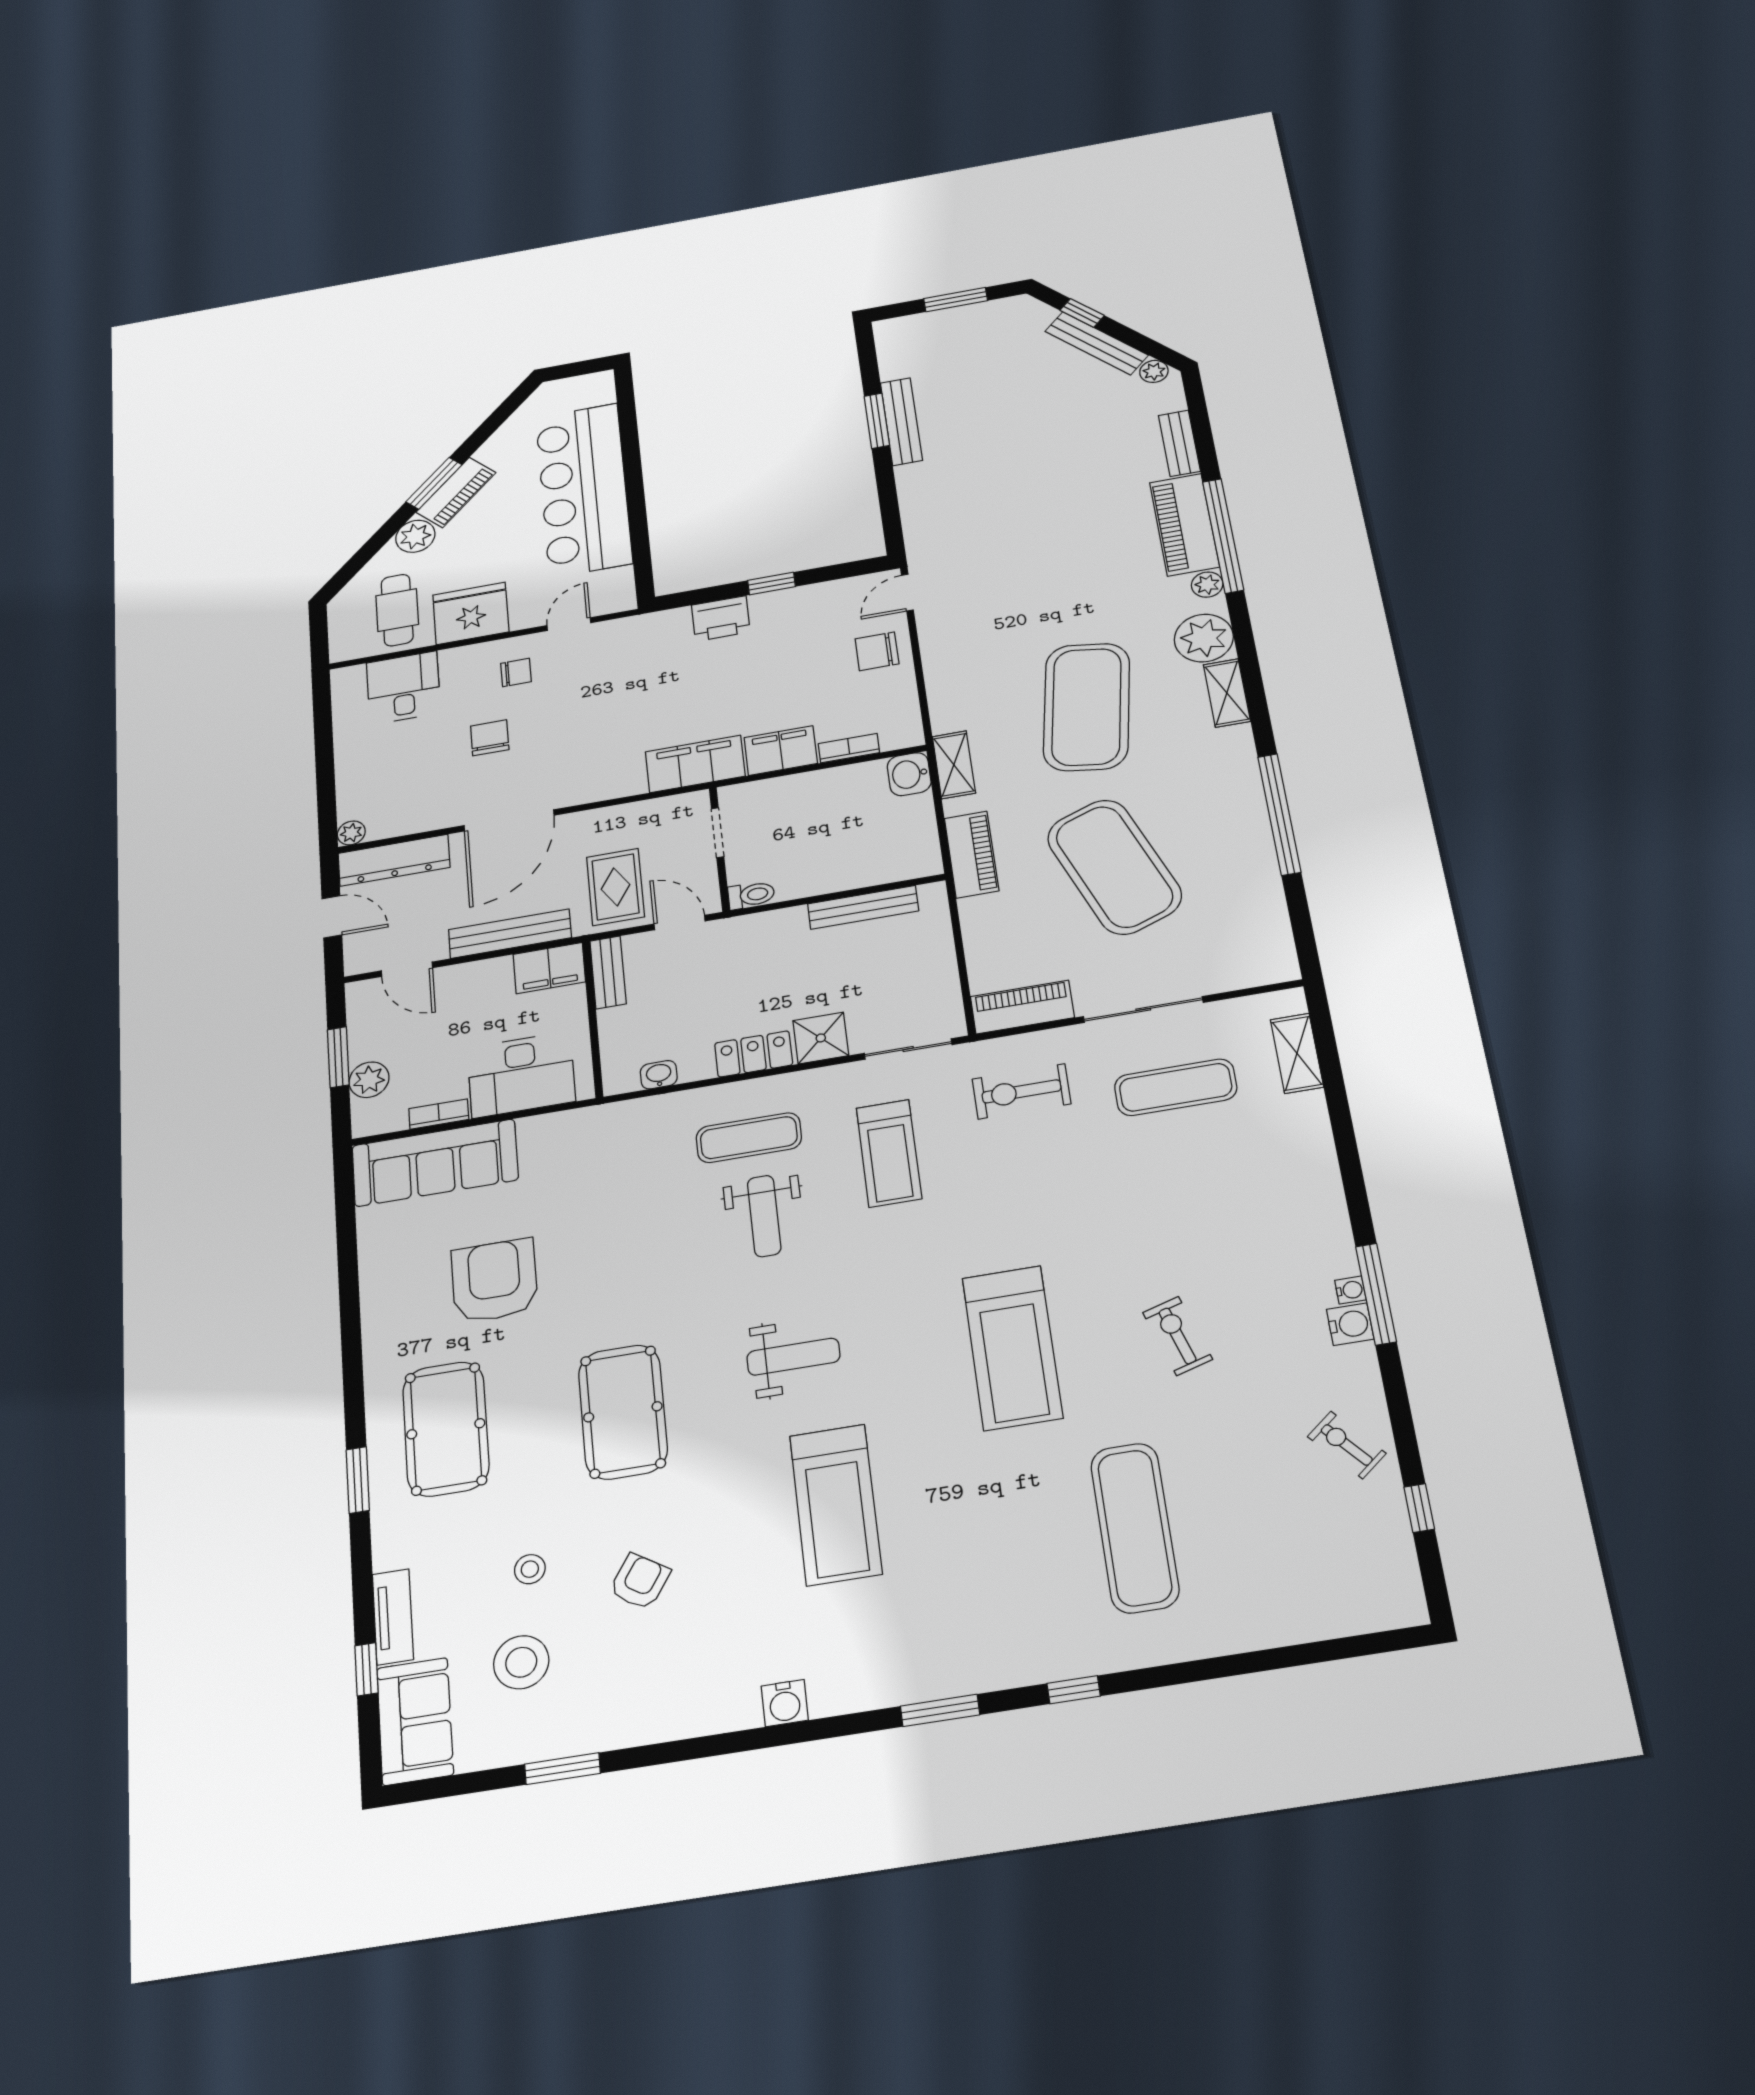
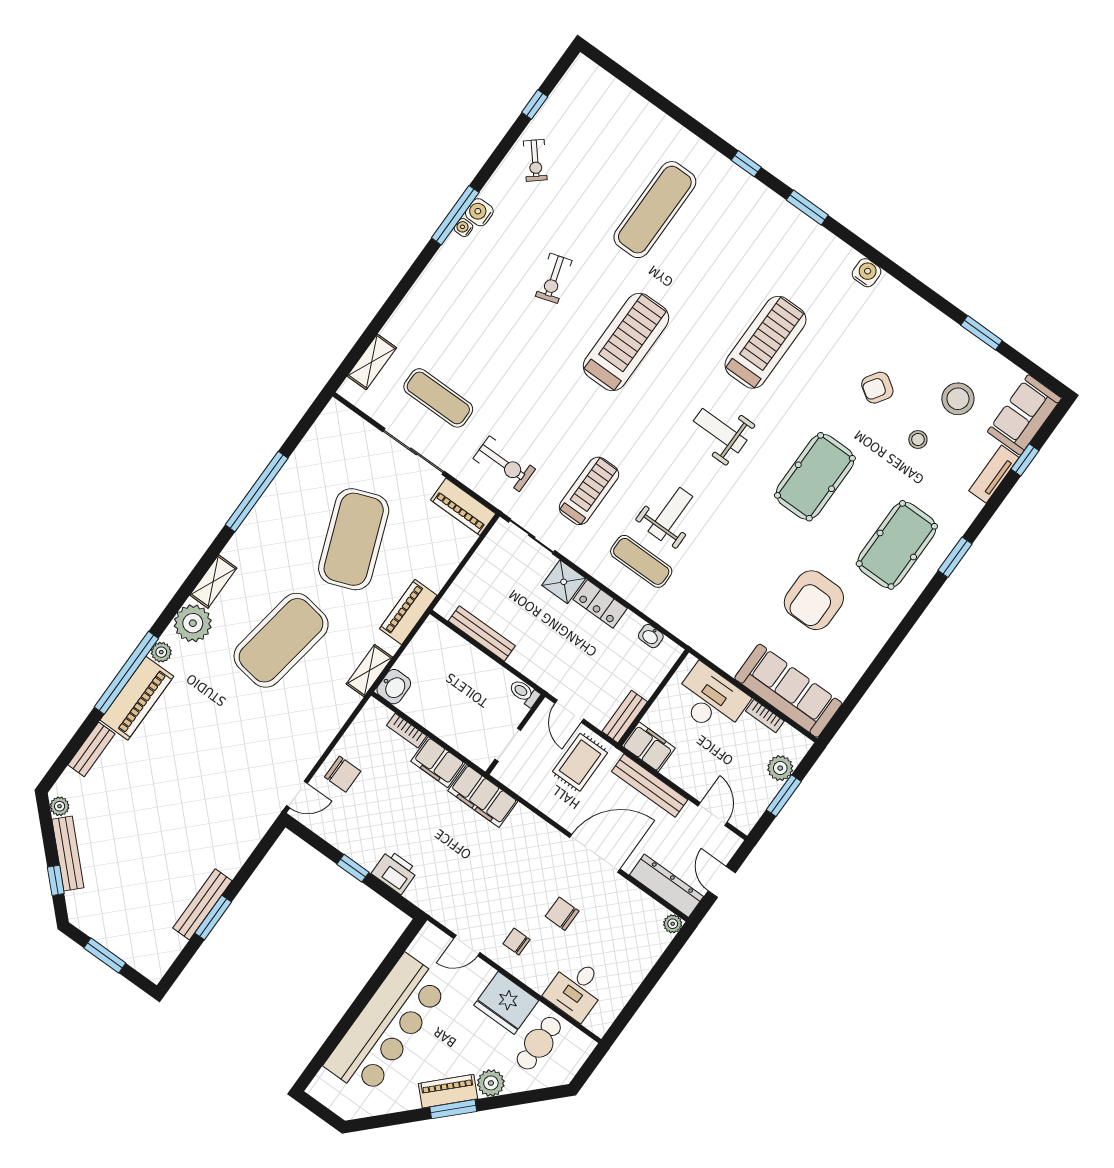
chair: (490, 738) -> (562, 914), turned 90

